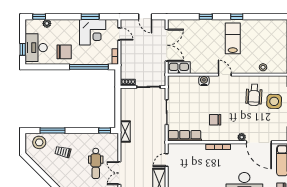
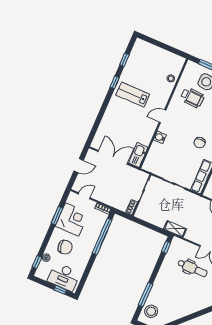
window: (206, 17) -> (124, 60), moved
chair: (64, 52) -> (65, 247), moved, turned 81
trolley: (63, 152) -> (169, 294), removed

